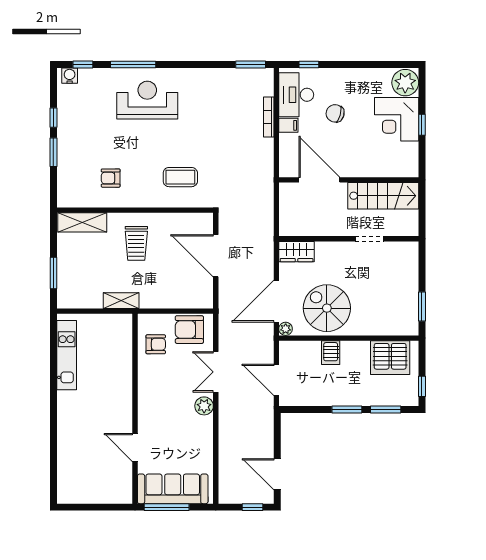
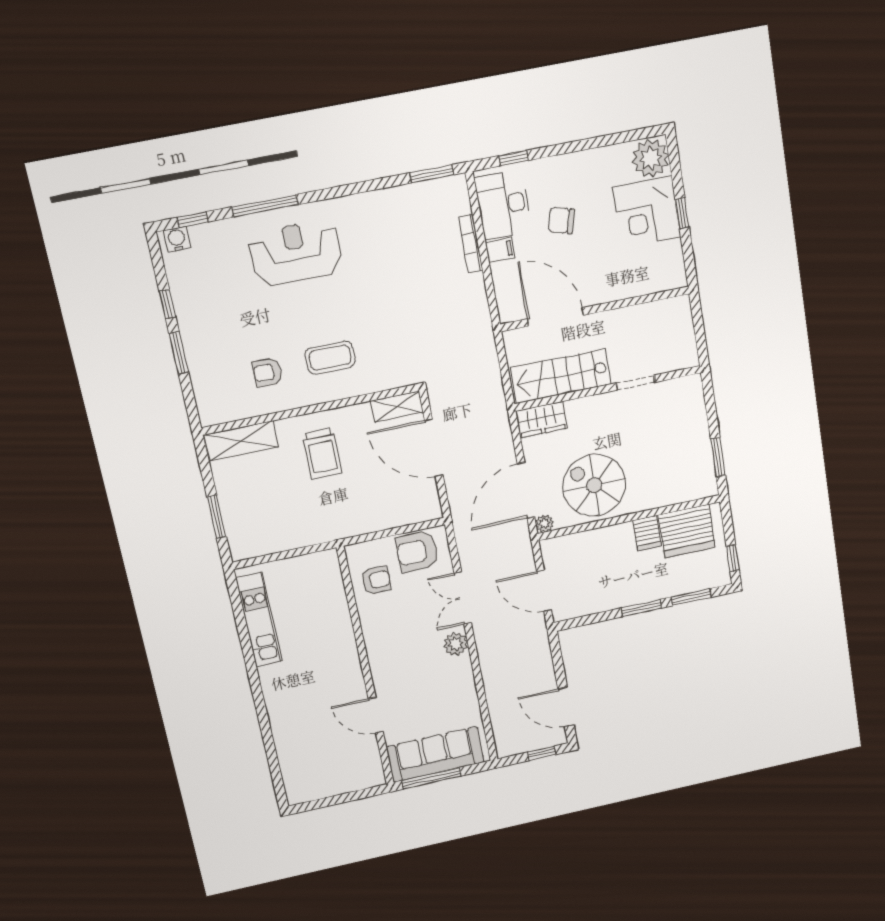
coffee table: (180, 177) -> (330, 358), moved
stairs: (383, 196) -> (561, 376), moved, turned 180
shelving: (121, 301) -> (397, 406), moved
server rack: (331, 353) -> (647, 533), moved

